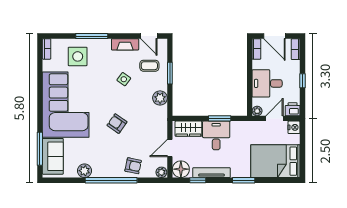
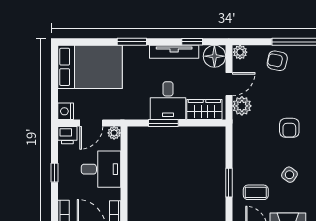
plant: (160, 98) -> (242, 106), moved
armchair: (117, 124) -> (289, 128), moved, turned 55

